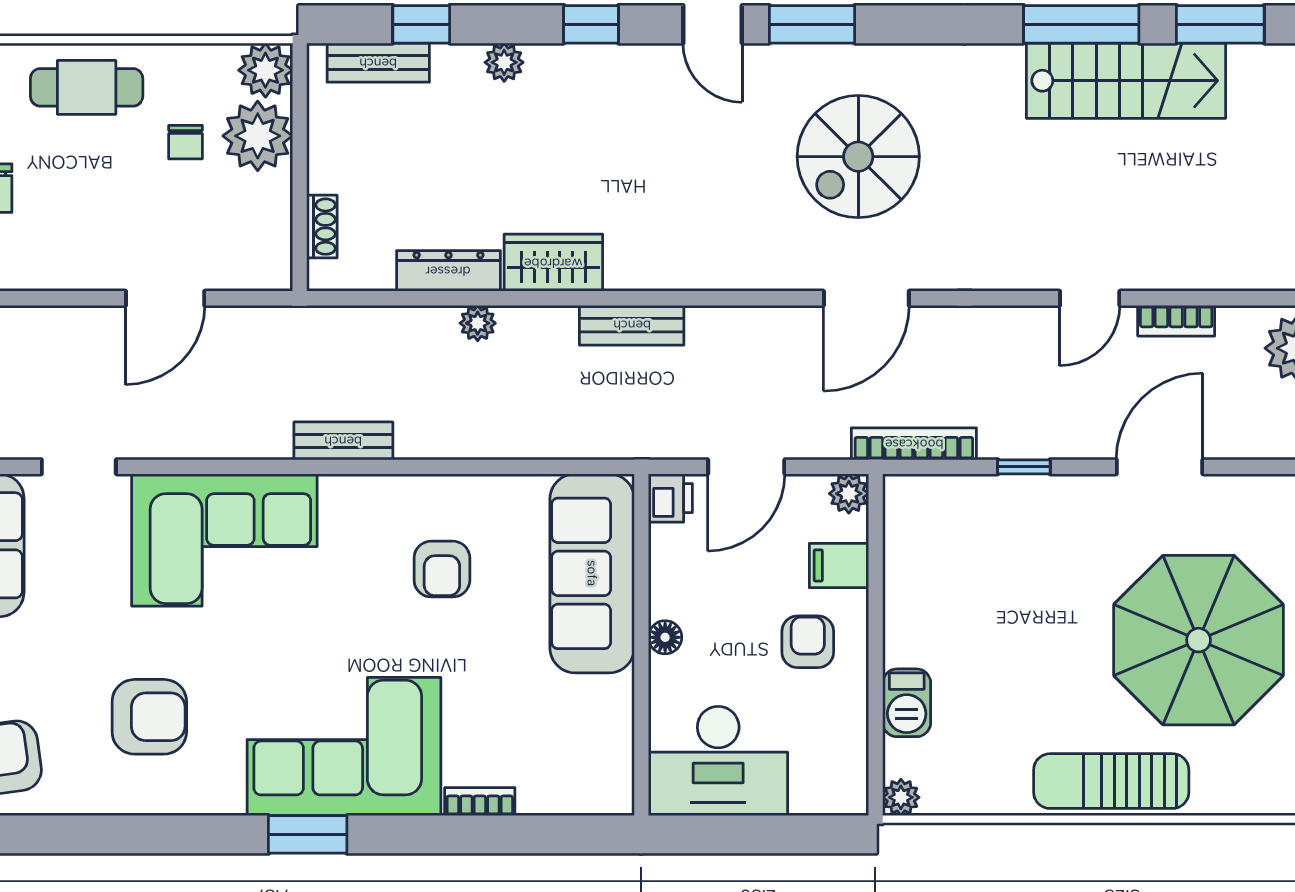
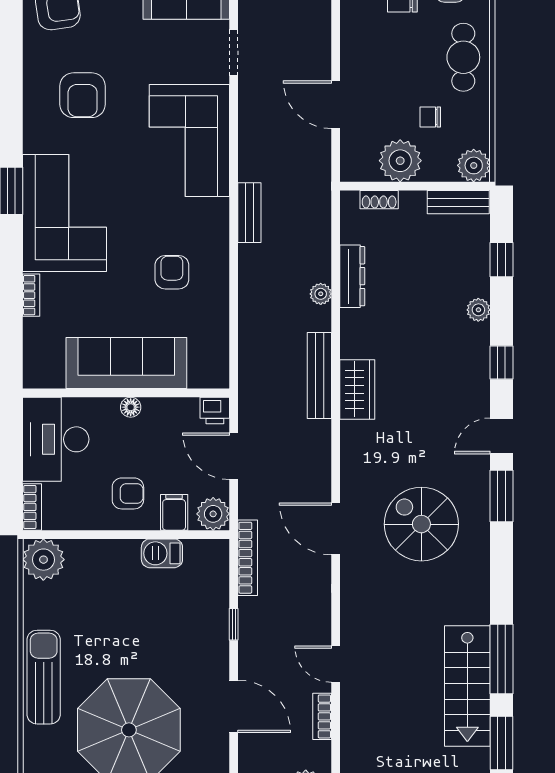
bench: (378, 63) -> (458, 202), moved, turned 90
plant: (258, 136) -> (400, 161), moved
wardrobe: (553, 263) -> (357, 389), moved
bench: (632, 325) -> (319, 375), width x1.36
plant: (849, 494) -> (213, 514), width x1.38, depth x1.38
armchair: (442, 569) -> (172, 272), turned 90
sofa: (592, 573) -> (126, 363), moved
barbecue: (907, 703) -> (162, 553), moved
plant: (901, 797) -> (43, 560), width x1.88, depth x1.88
bookcase: (830, 800) -> (32, 507), added

